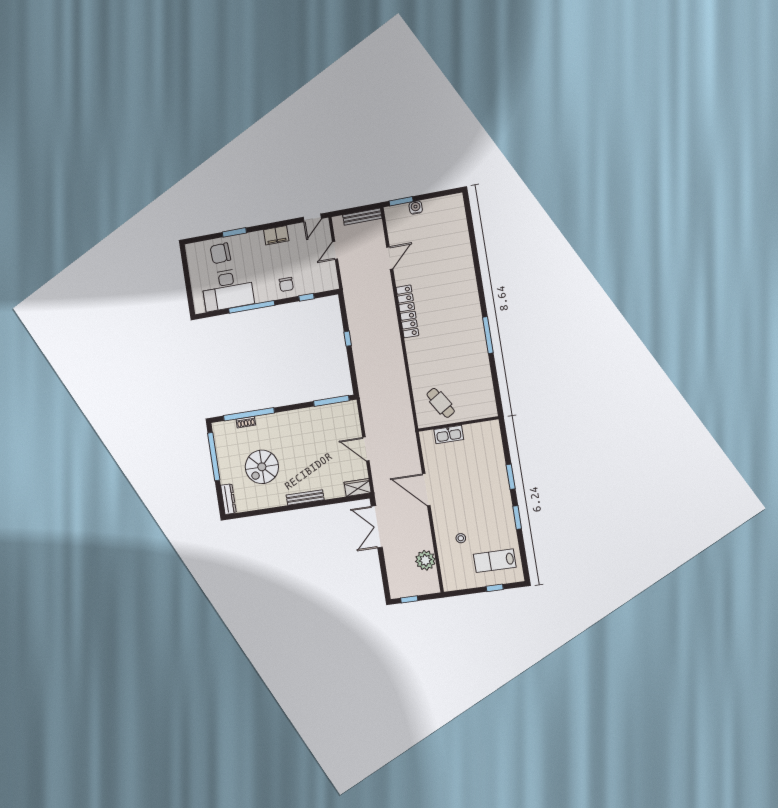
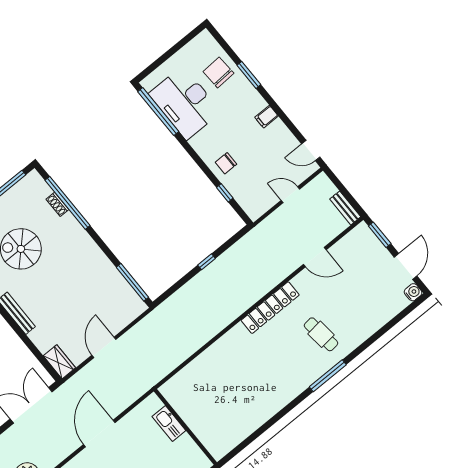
door: (435, 195) -> (406, 266), added
water cooler: (416, 208) -> (413, 292), moved
bench: (362, 217) -> (345, 208), width x0.73
filing cabinet: (276, 235) -> (267, 117), width x0.50
window: (252, 307) -> (158, 112), moved
window: (488, 335) -> (328, 376), moved
cafe table: (441, 403) -> (321, 334), moved, turned -64

